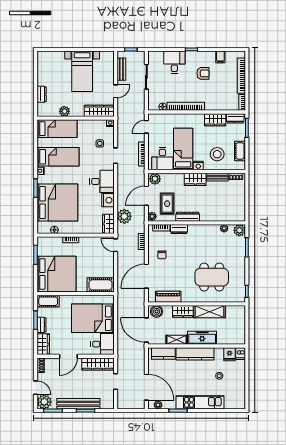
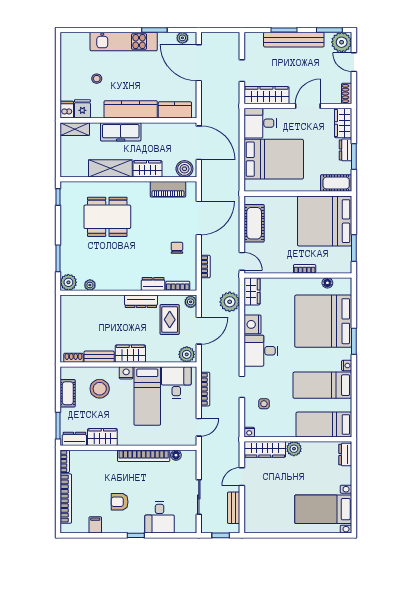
bed with nightstands: (82, 71) -> (323, 509), moved, turned -90
dresser: (42, 94) -> (345, 455), moved
plant: (64, 111) -> (294, 449), moved
cot: (101, 285) -> (254, 223), moved, turned 90
shelving: (177, 340) -> (75, 129), moved

